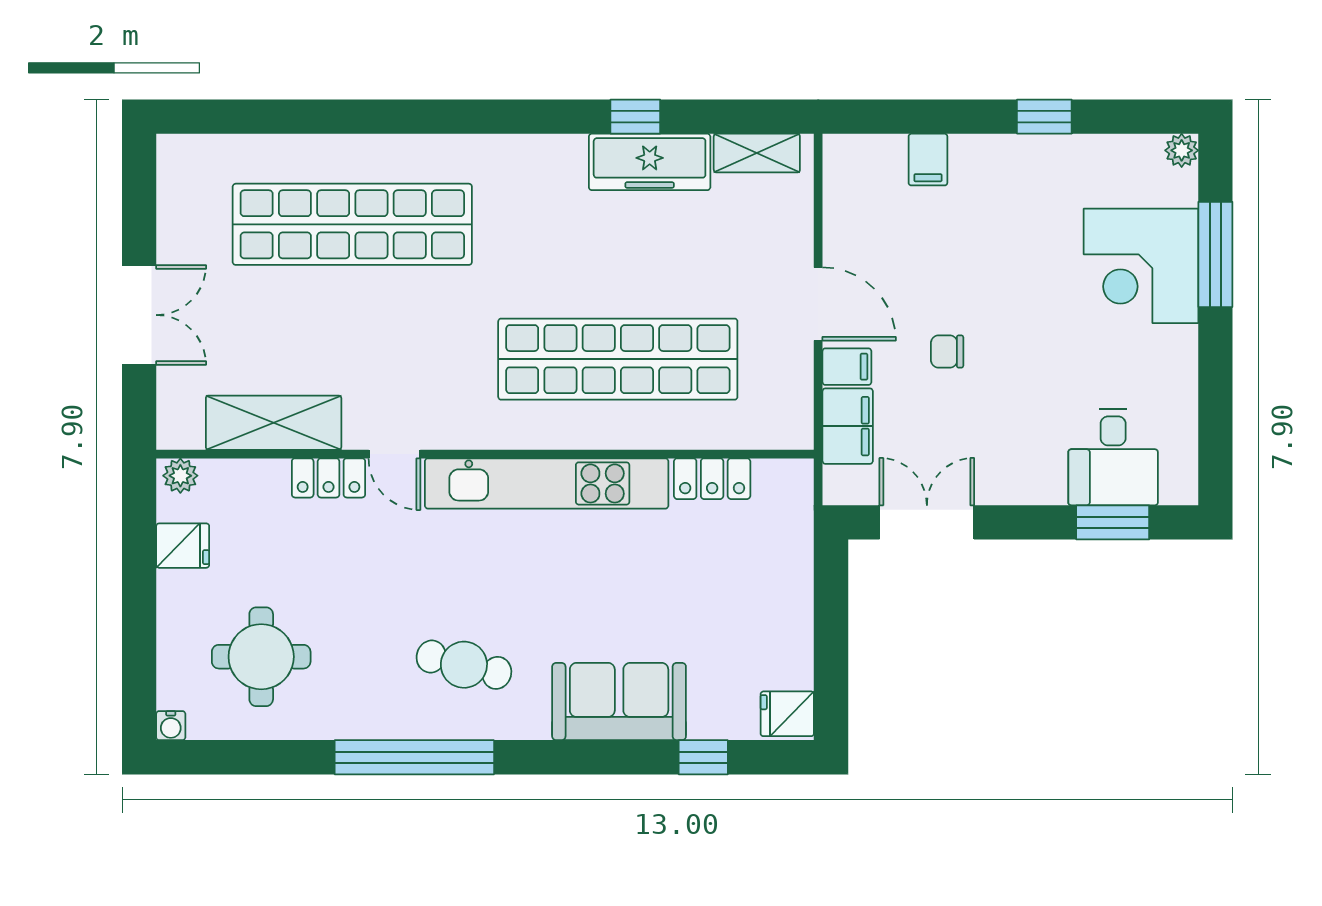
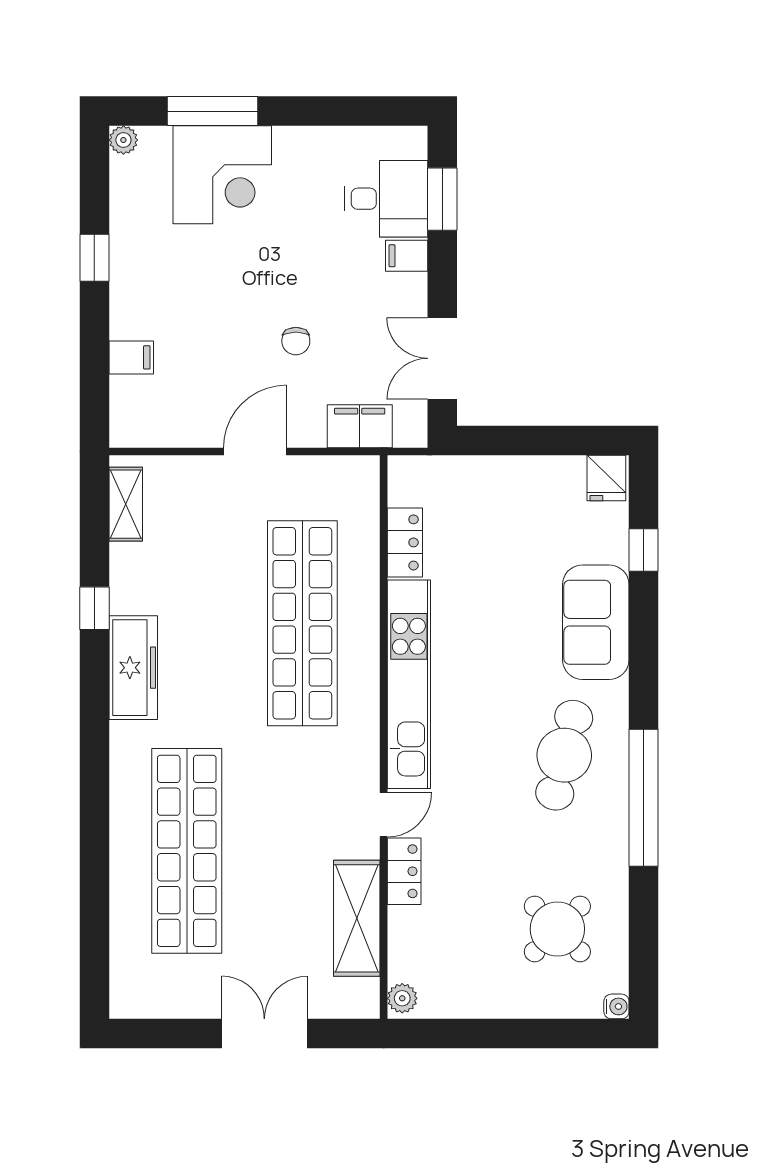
freezer: (650, 162) -> (133, 668), moved
filing cabinet: (847, 367) -> (407, 256), moved, turned -90
fridge: (183, 546) -> (462, 996), removed
round table: (261, 657) -> (557, 929), turned 45
cafe table: (464, 665) -> (564, 755), width x1.37, depth x1.35

